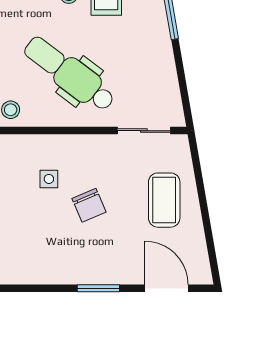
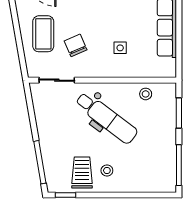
chair: (89, 205) -> (76, 45), moved

